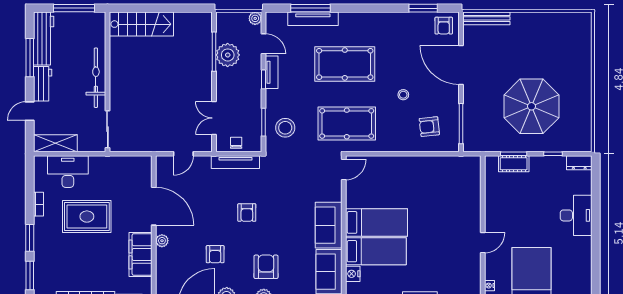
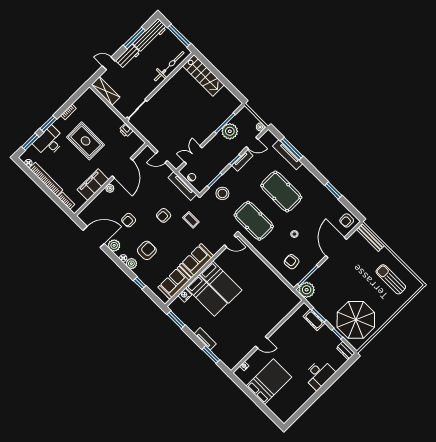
window: (423, 8) -> (333, 190), moved
sun lounger: (552, 41) -> (391, 279), added
door: (263, 44) -> (252, 143), hinge flipped
bicycle: (96, 78) -> (169, 66), moved
parasol: (531, 106) -> (356, 320), moved
plant: (475, 140) -> (307, 290), added
printer: (118, 163) -> (126, 130), added
desk: (68, 172) -> (49, 142), moved, turned -90
coffee table: (280, 188) -> (191, 220), added

